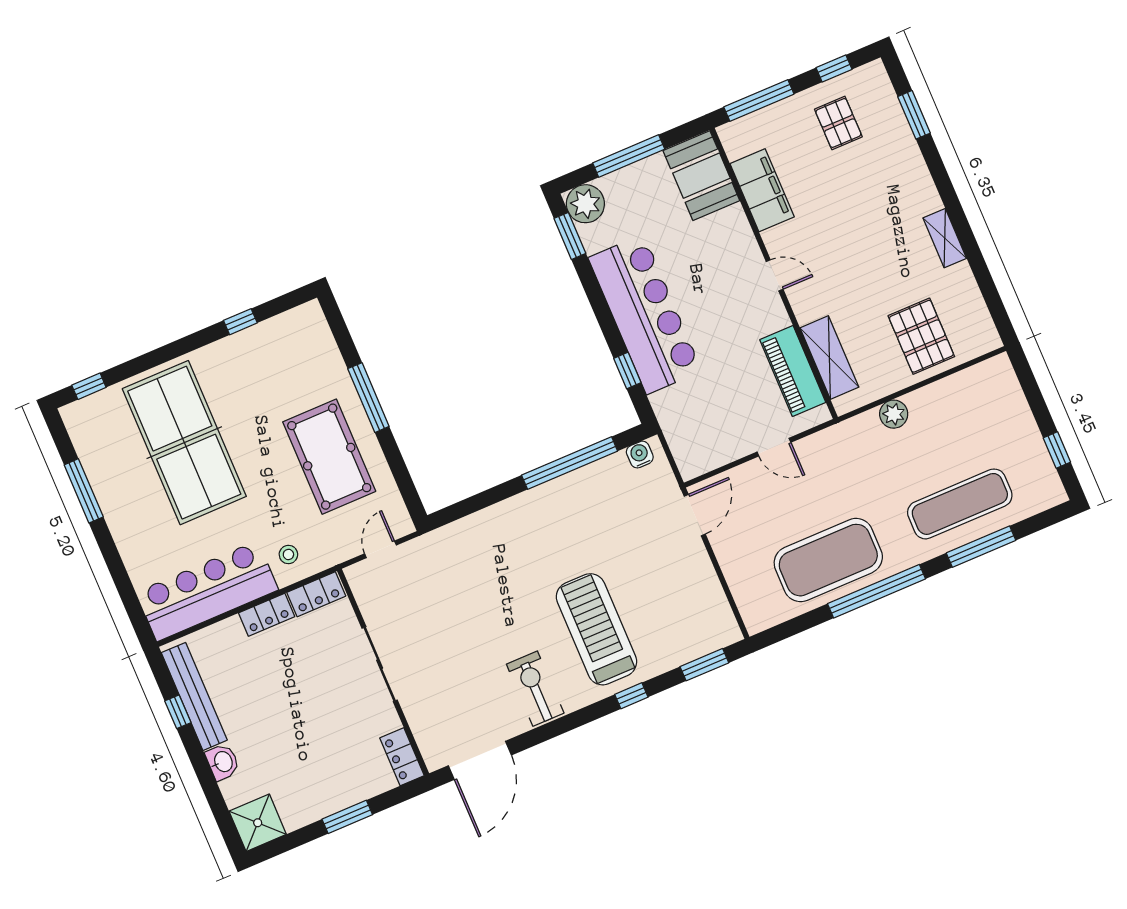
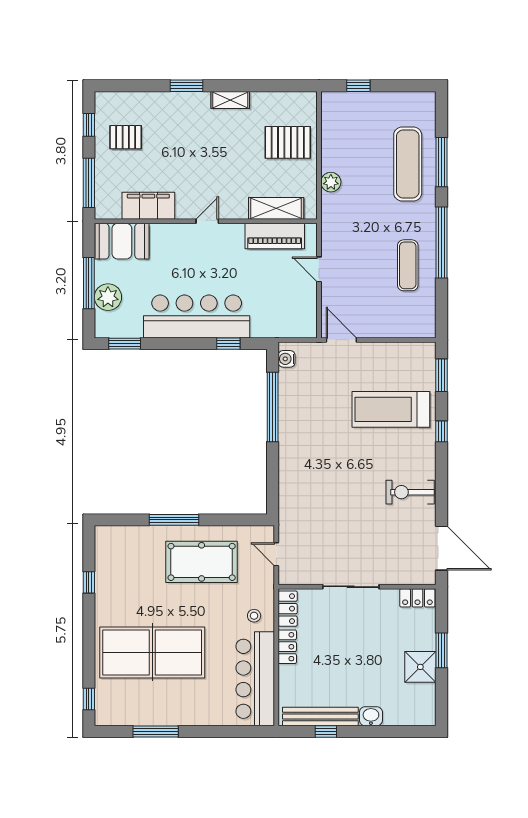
window: (914, 115) -> (187, 86), moved
plant: (585, 204) -> (108, 297), moved
door: (774, 447) -> (319, 269), swing flipped
window: (1057, 450) -> (358, 86), moved
exercise mat: (828, 560) -> (408, 265), width x0.50, depth x0.69
treadmill: (596, 629) -> (391, 409), moved
shower: (258, 823) -> (420, 667), moved

